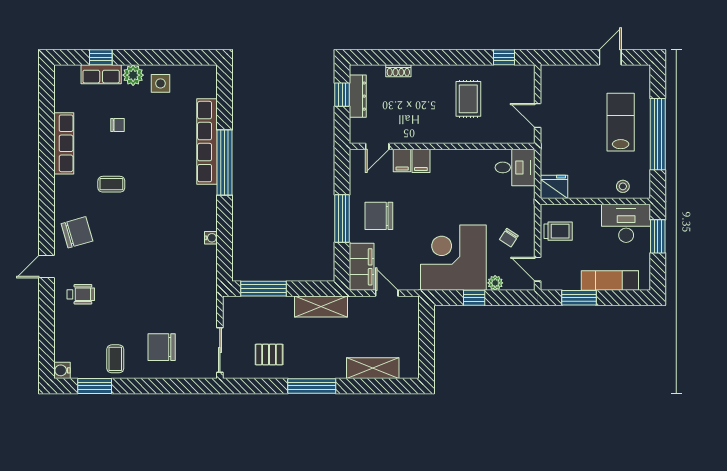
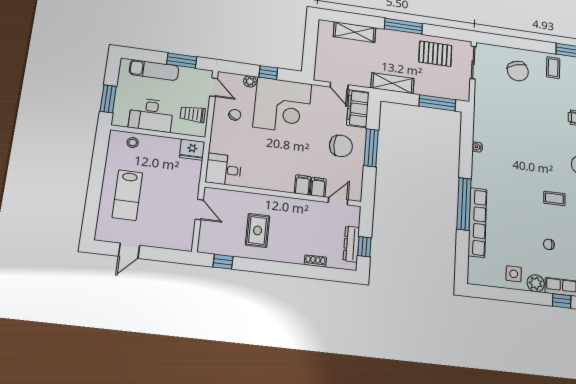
window: (658, 134) -> (96, 181), removed
desk: (626, 223) -> (151, 115), moved
chair: (162, 347) -> (518, 71), turned 72
pallet: (269, 355) -> (435, 54), width x1.50, depth x1.42

